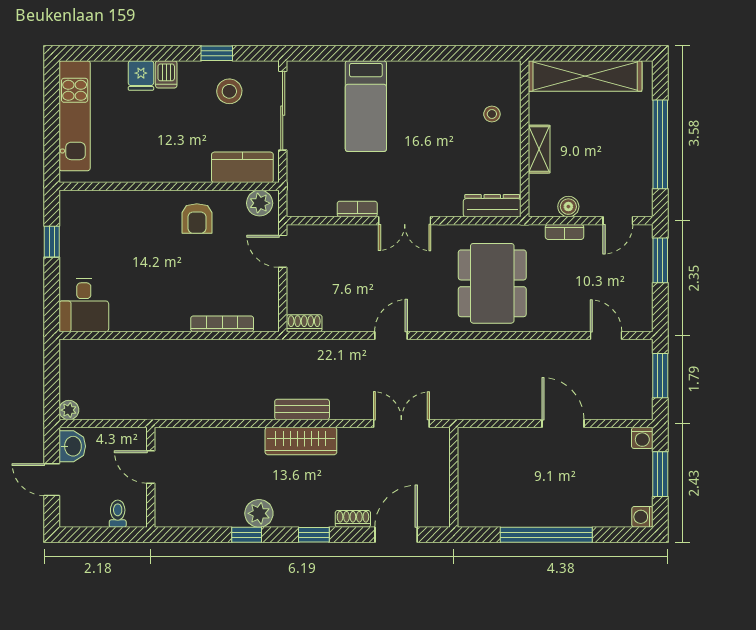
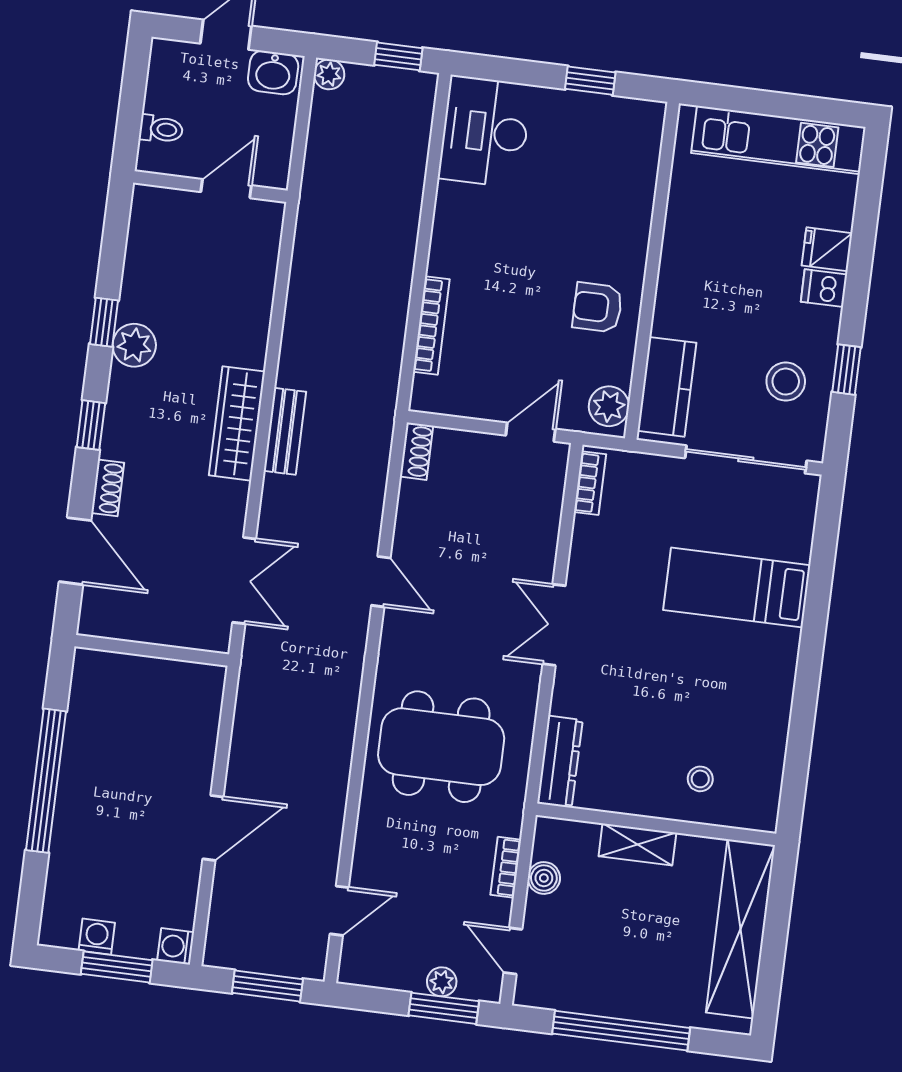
bookcase: (357, 209) -> (590, 483), moved
plant: (643, 264) -> (442, 982), added
desk: (84, 305) -> (485, 132), width x1.37
window: (52, 367) -> (398, 56), added
washing machine: (642, 517) -> (97, 937), moved

